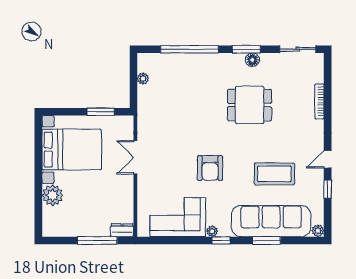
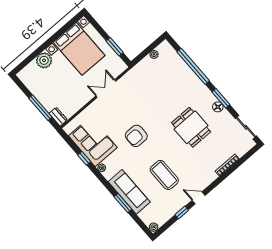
sofa: (271, 221) -> (129, 192), width x0.74, depth x0.79
window: (221, 240) -> (84, 158), moved

